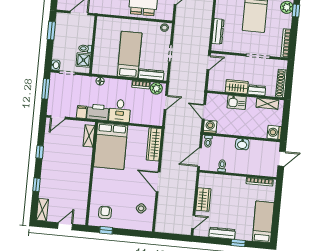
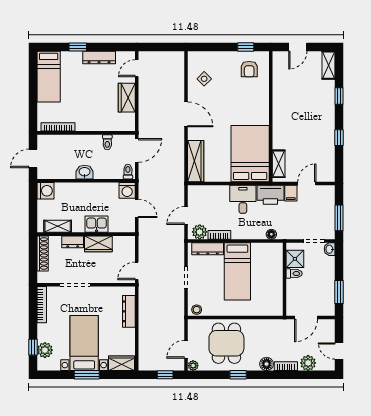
door: (58, 117) -> (307, 183), moved

